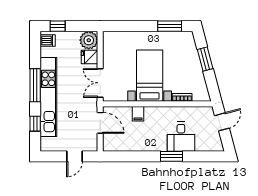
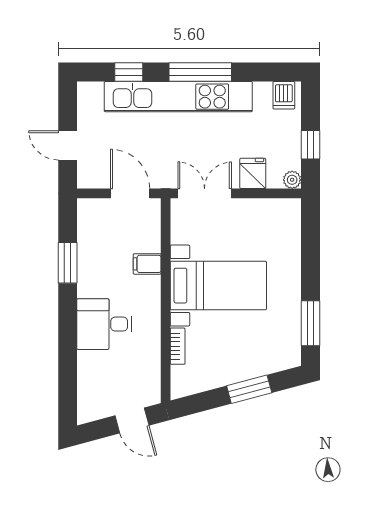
window: (58, 26) -> (310, 145), moved
plant: (89, 40) -> (292, 180), width x0.53, depth x0.53
door: (100, 123) -> (130, 193), swing flipped
desk: (181, 137) -> (104, 324), moved
window: (171, 156) -> (68, 263), moved

